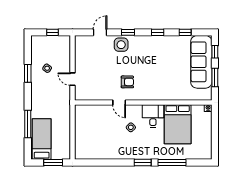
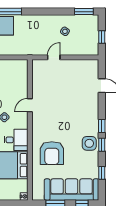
window: (128, 32) -> (102, 126), moved
side table: (121, 45) -> (89, 143), moved
window: (28, 73) -> (84, 12), moved
armchair: (127, 82) -> (52, 153), moved, width x1.88, depth x1.88

